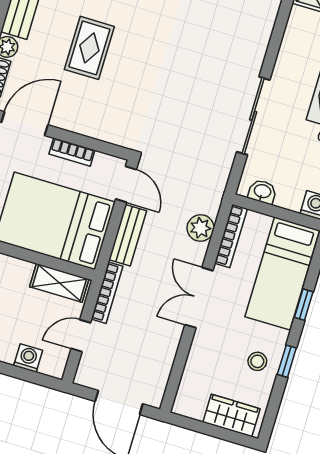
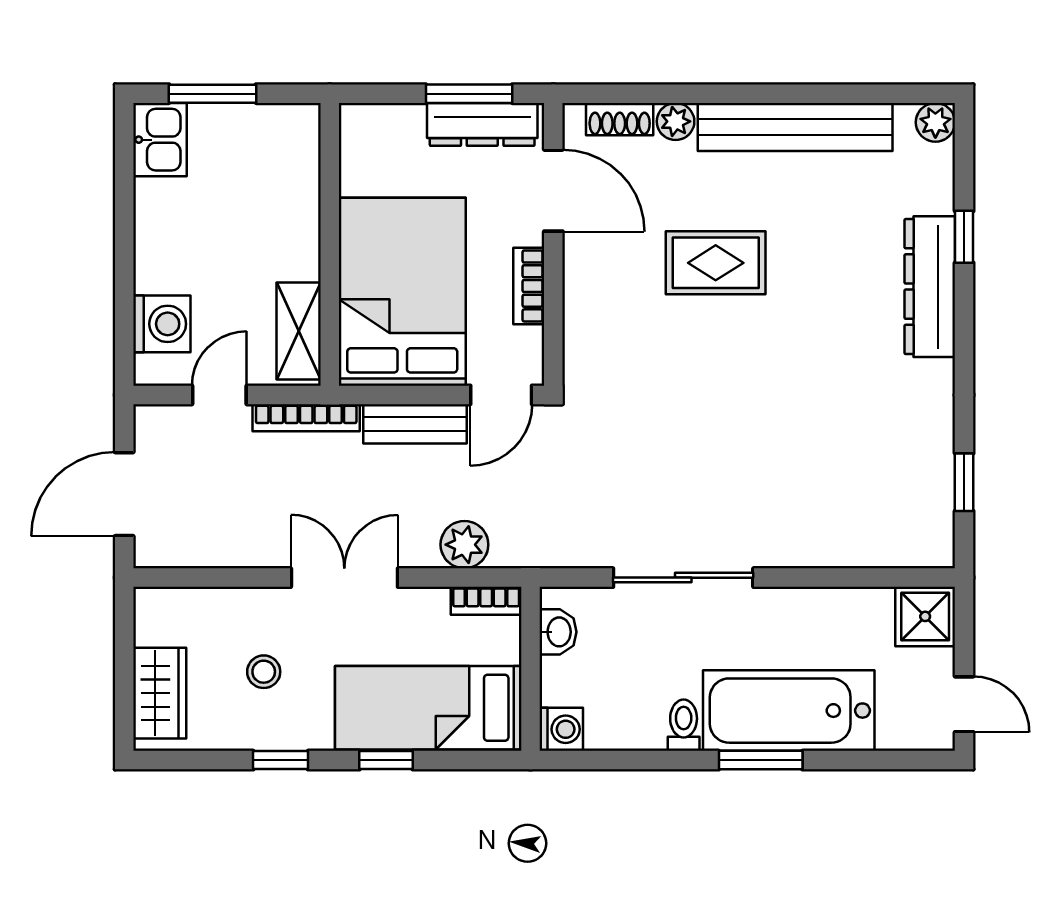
bookcase: (231, 236) -> (486, 601), width x0.64
door: (81, 336) -> (219, 395), hinge flipped
washing machine: (28, 358) -> (162, 324), width x1.38, depth x1.38
stool: (257, 361) -> (264, 672), moved

